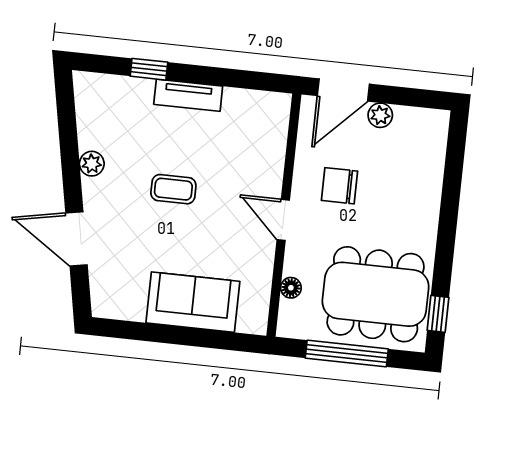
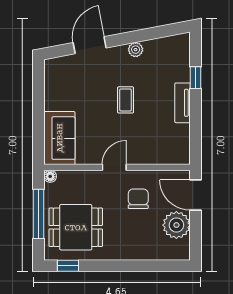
plant: (380, 115) -> (176, 225), width x1.88, depth x1.88
floor lamp: (291, 288) -> (50, 176), moved
dining table: (376, 294) -> (76, 227), width x0.73
sofa: (193, 302) -> (59, 138), moved

